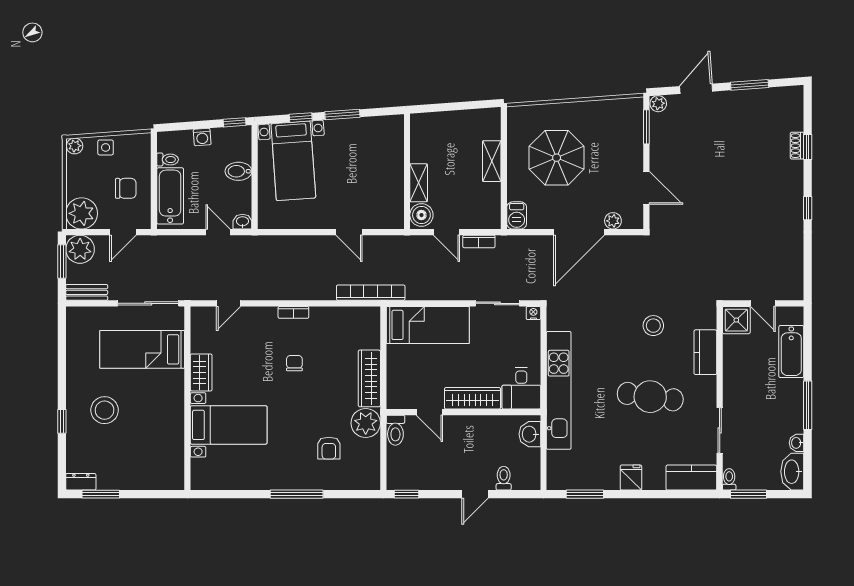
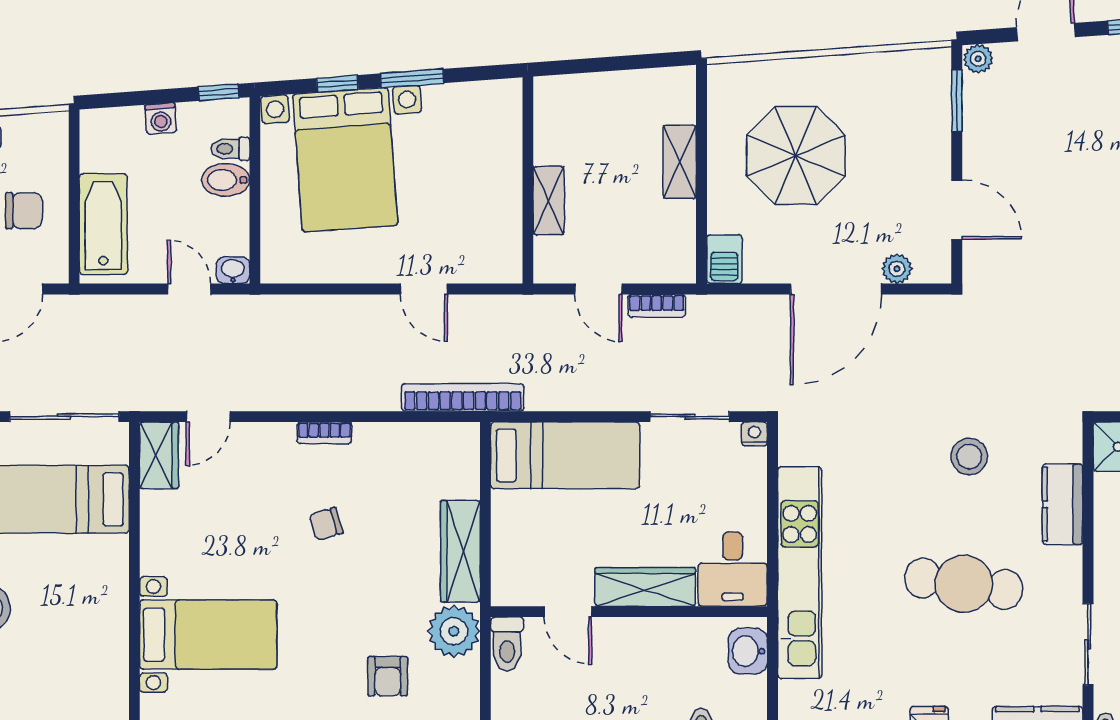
toilet: (168, 160) -> (230, 149), moved, turned 180
bed with nightstands: (293, 161) -> (345, 160), width x1.36
boiler: (421, 215) -> (554, 258), removed
chair: (294, 363) -> (326, 524), turned -107
wardrobe: (201, 372) -> (159, 455), moved

